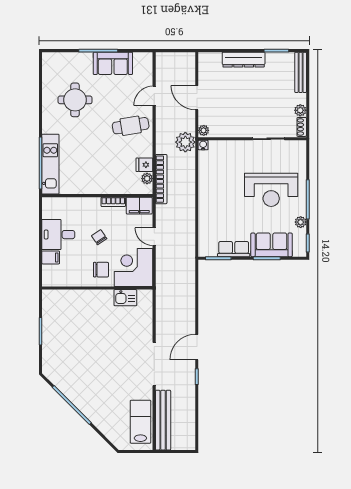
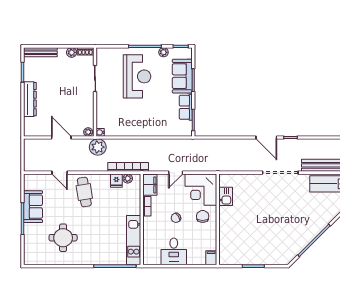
door: (197, 98) -> (61, 138), swing flipped
kitchen unit: (50, 164) -> (134, 240), moved, turned -90
filing cabinet: (51, 257) -> (211, 258), moved

